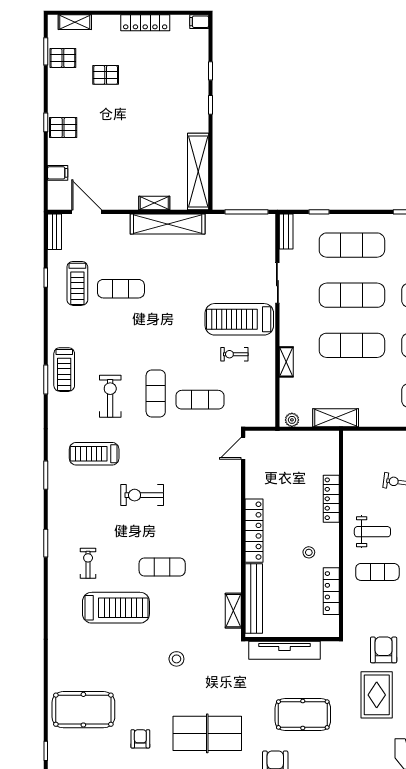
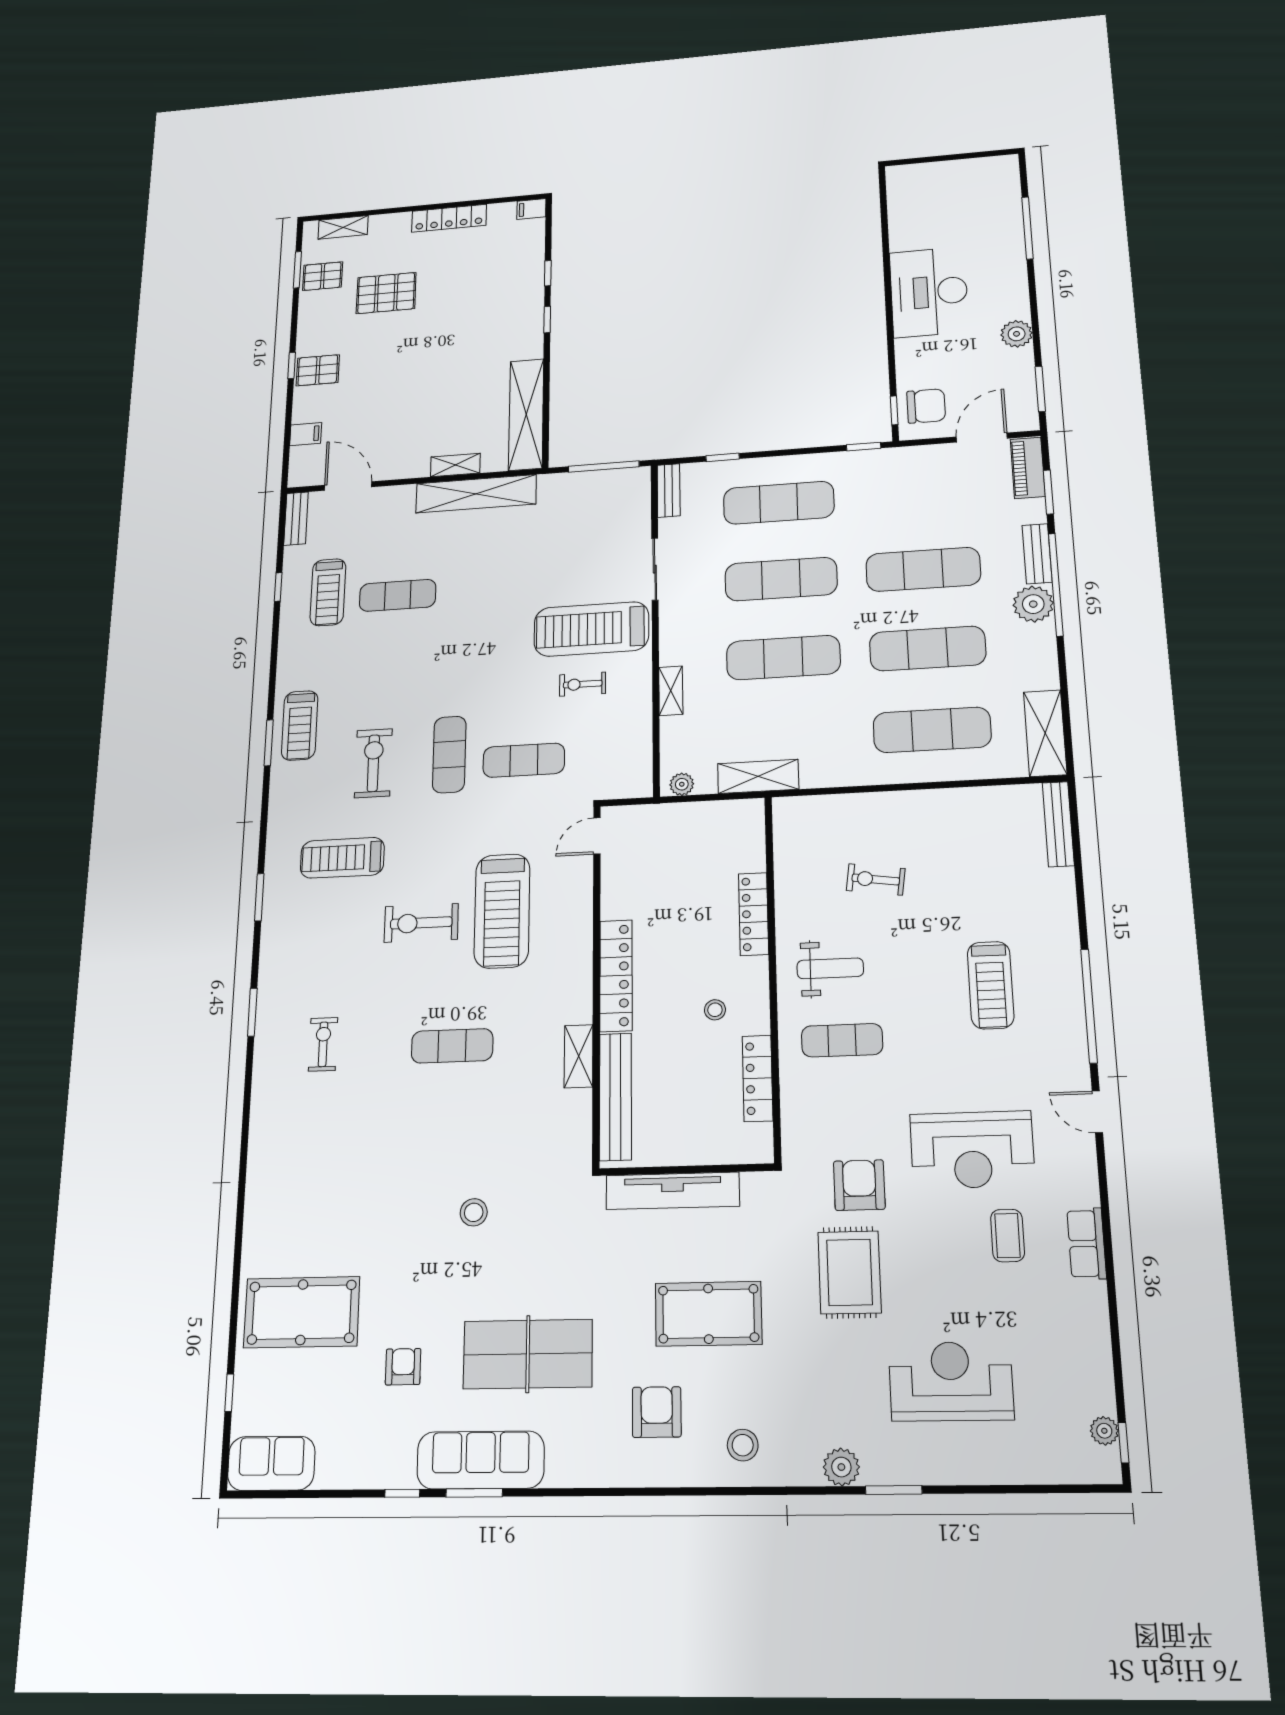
pallet: (106, 75) -> (386, 293), width x1.50, depth x1.42
treadmill: (116, 608) -> (502, 911), moved, turned 90
shelving: (233, 611) -> (579, 1056), moved

